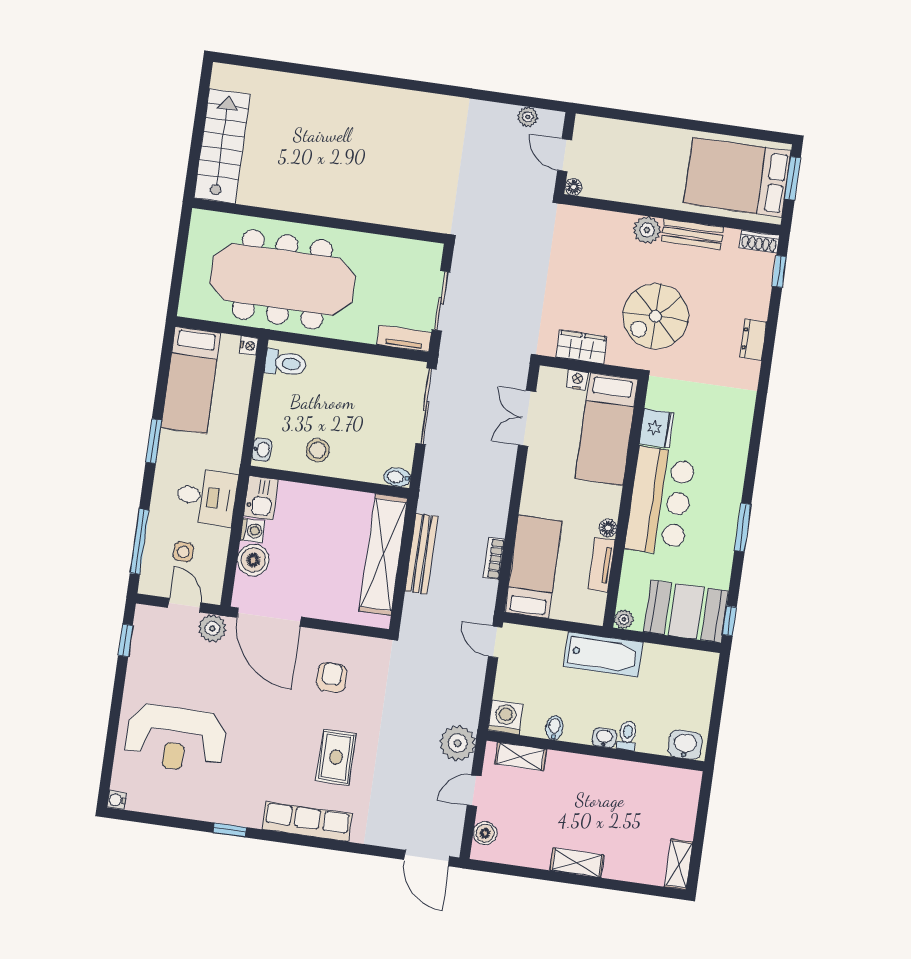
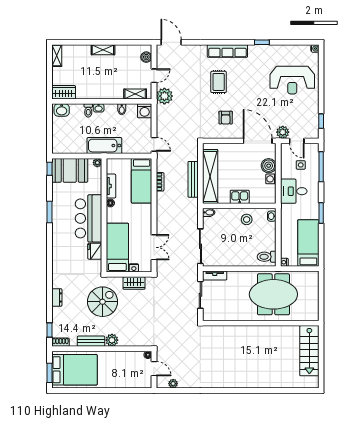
meeting table: (282, 279) -> (273, 294), width x0.73
kitchen sink: (261, 498) -> (240, 197), moved, turned 90
reception desk: (176, 738) -> (292, 80), turned 180
wardrobe: (675, 783) -> (64, 92), added

